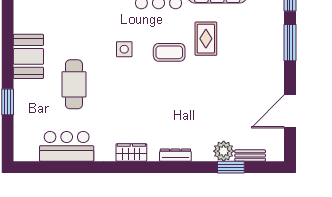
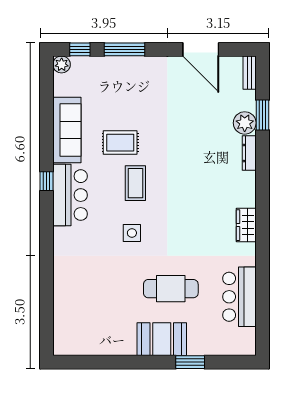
booth: (28, 56) -> (162, 339), moved
dresser: (175, 155) -> (249, 153), moved
bench: (250, 155) -> (250, 73), moved

